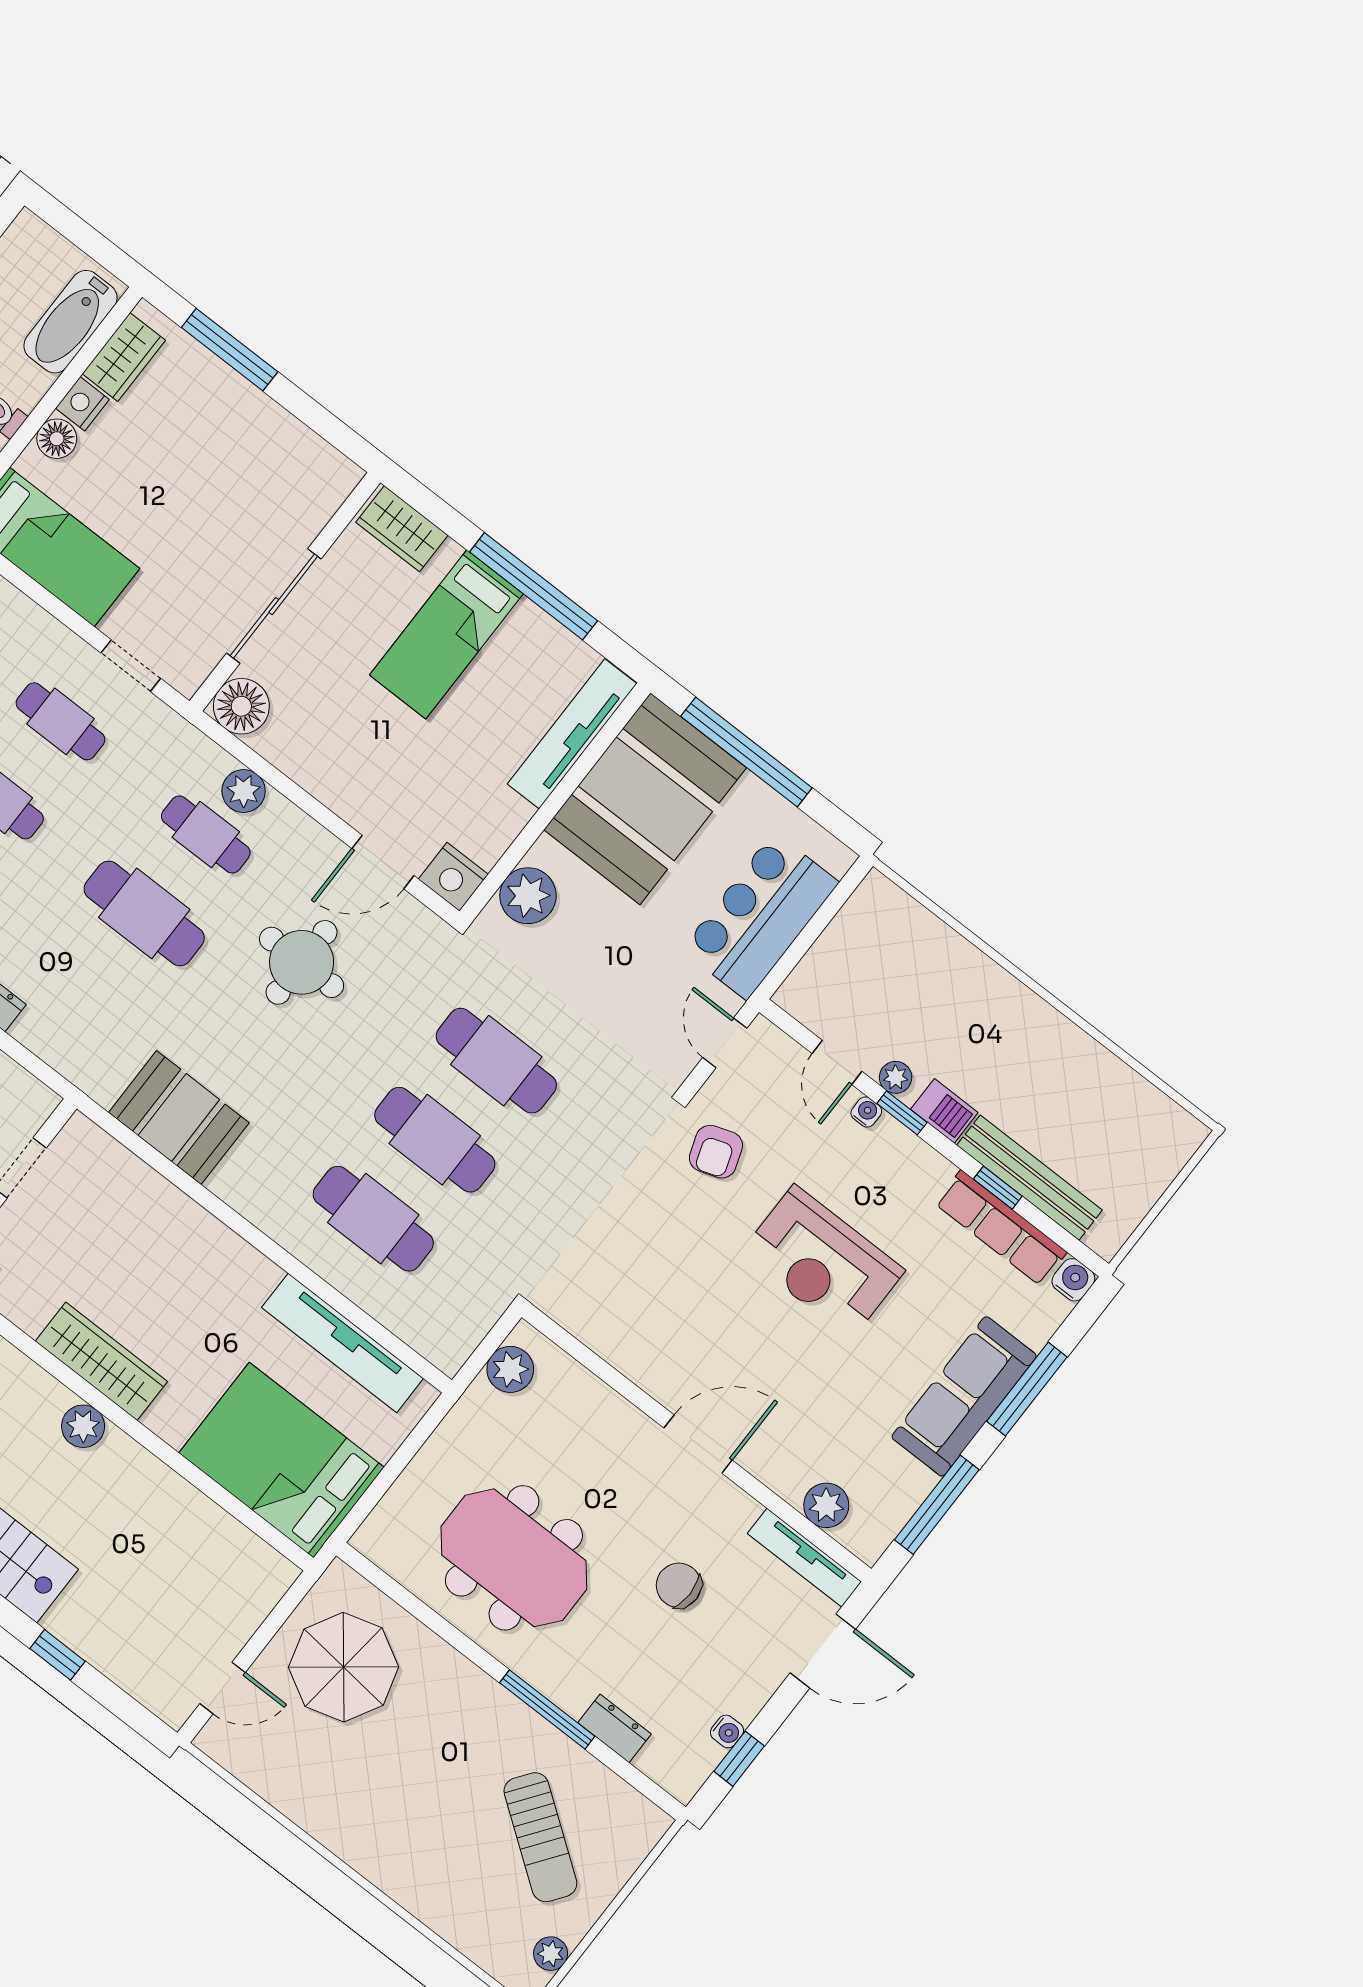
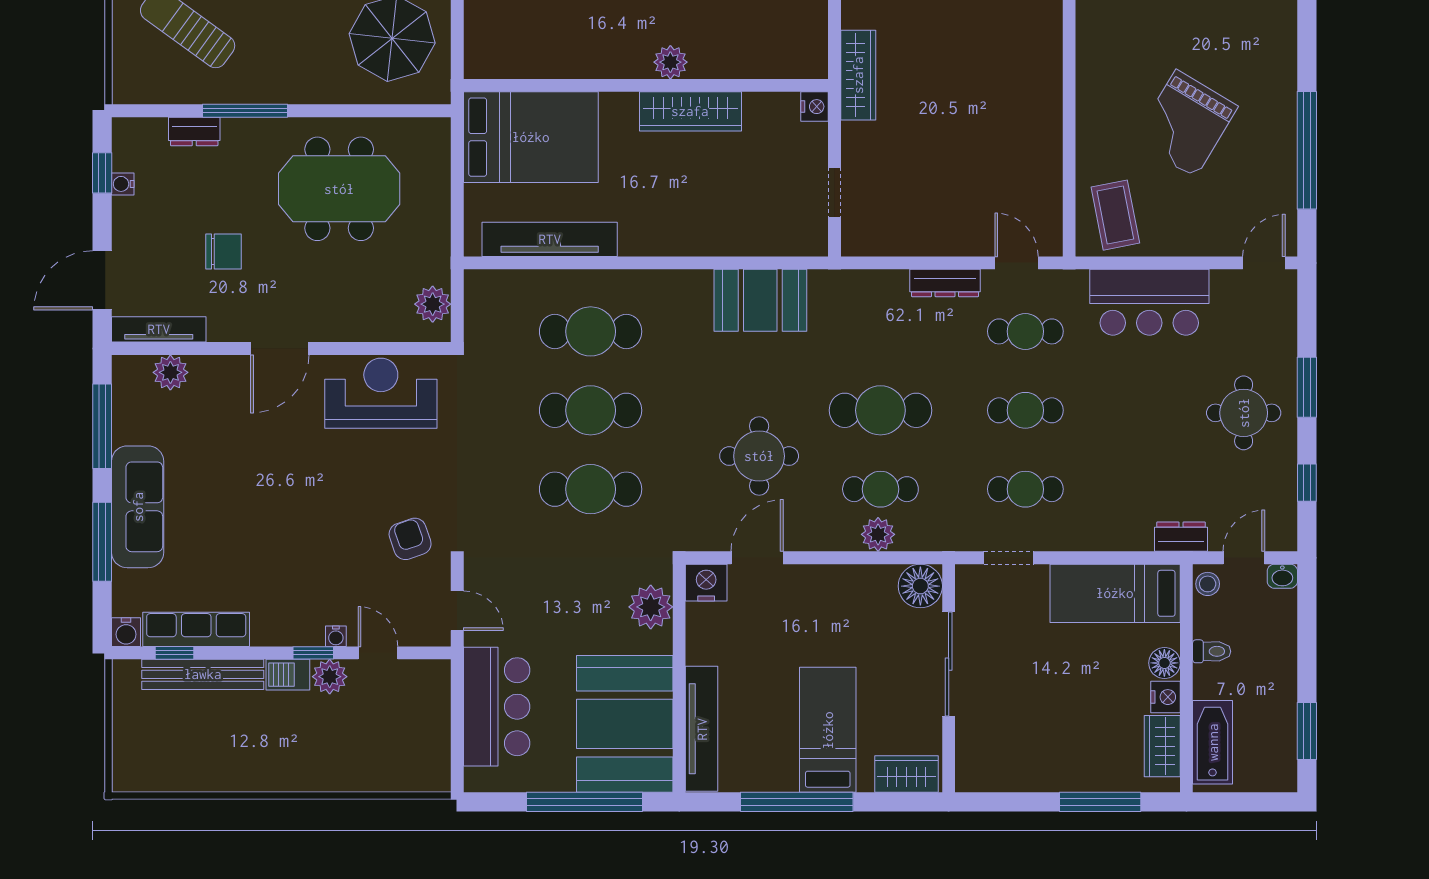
plant: (896, 1077) -> (330, 677), width x1.38, depth x1.38
window: (998, 1188) -> (174, 653), moved
reception desk: (823, 1262) -> (381, 393), moved

